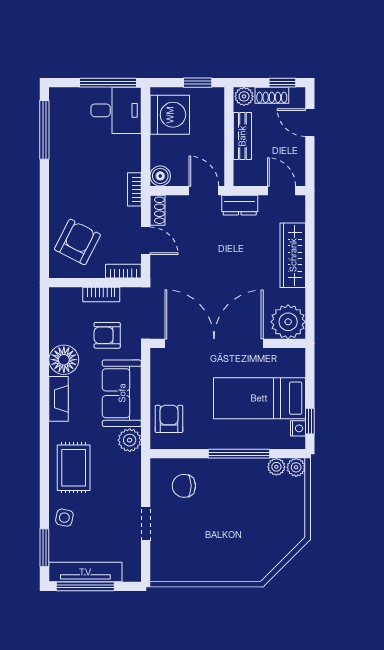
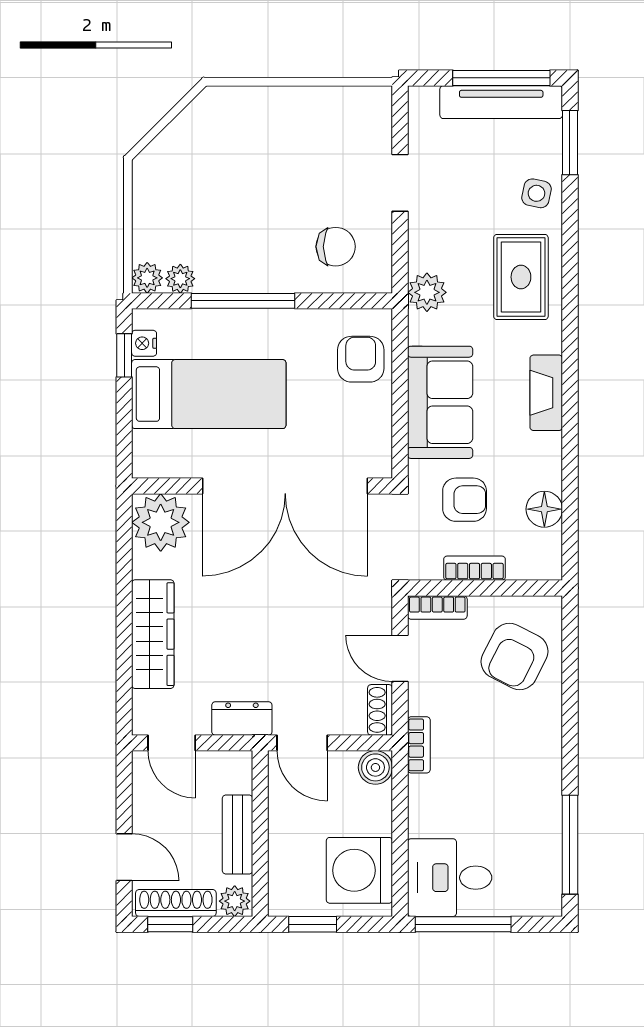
shoe rack: (272, 95) -> (176, 903), width x1.43
floor lamp: (64, 360) -> (544, 509), moved, width x0.73, depth x0.73
armchair: (169, 419) -> (361, 359), turned 180
plant: (130, 440) -> (427, 292), moved

